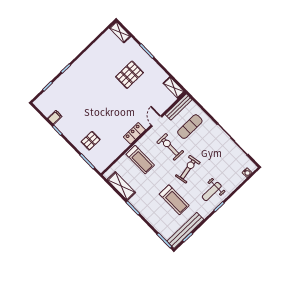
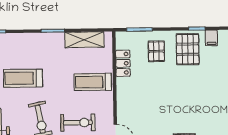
pallet: (73, 125) -> (188, 49), added
locker: (134, 133) -> (123, 63), moved

